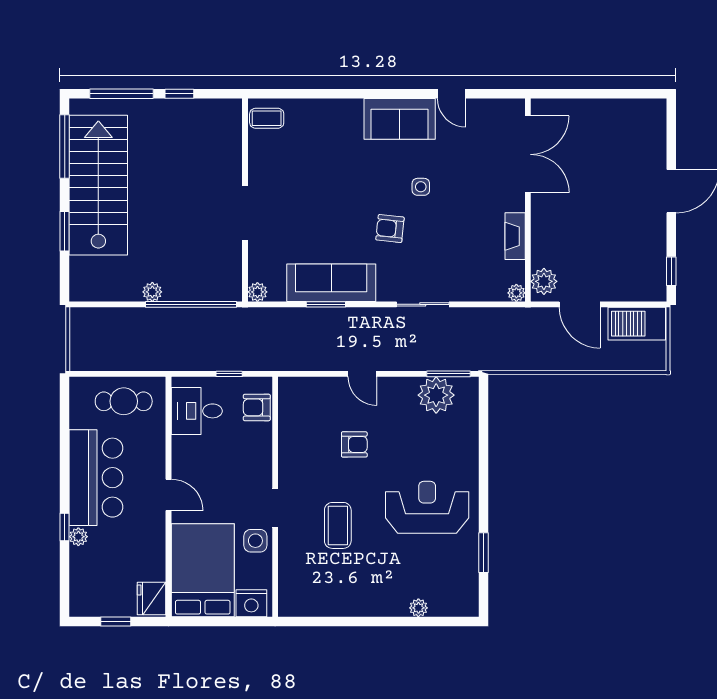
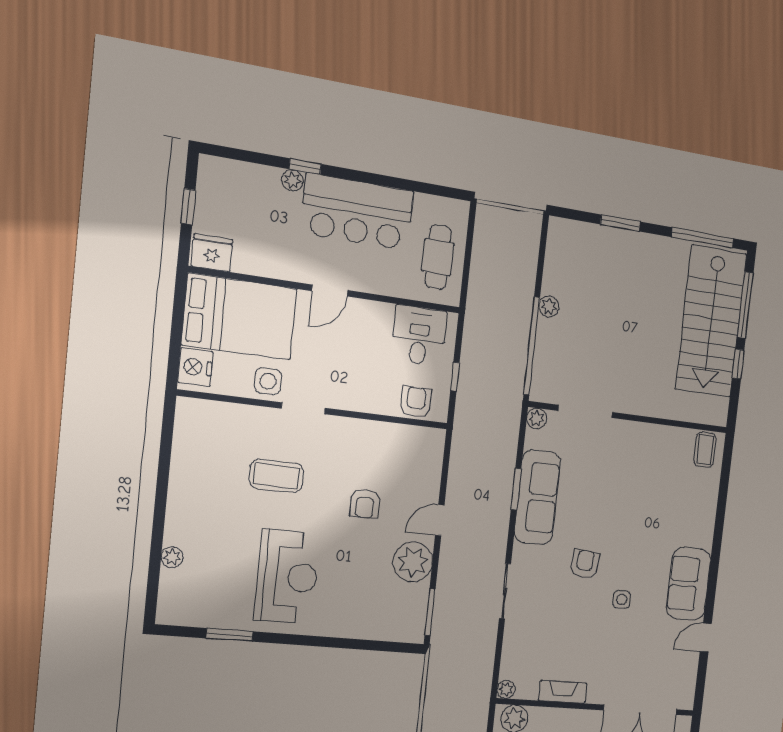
stairs: (98, 185) -> (711, 322), moved, turned 90
doorway: (245, 213) -> (585, 411), moved
plant: (436, 395) -> (413, 562), moved

